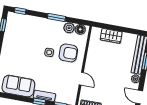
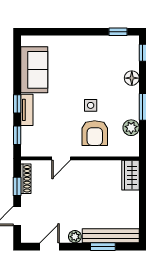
floor lamp: (80, 29) -> (132, 78), moved
wardrobe: (111, 36) -> (130, 175), moved

